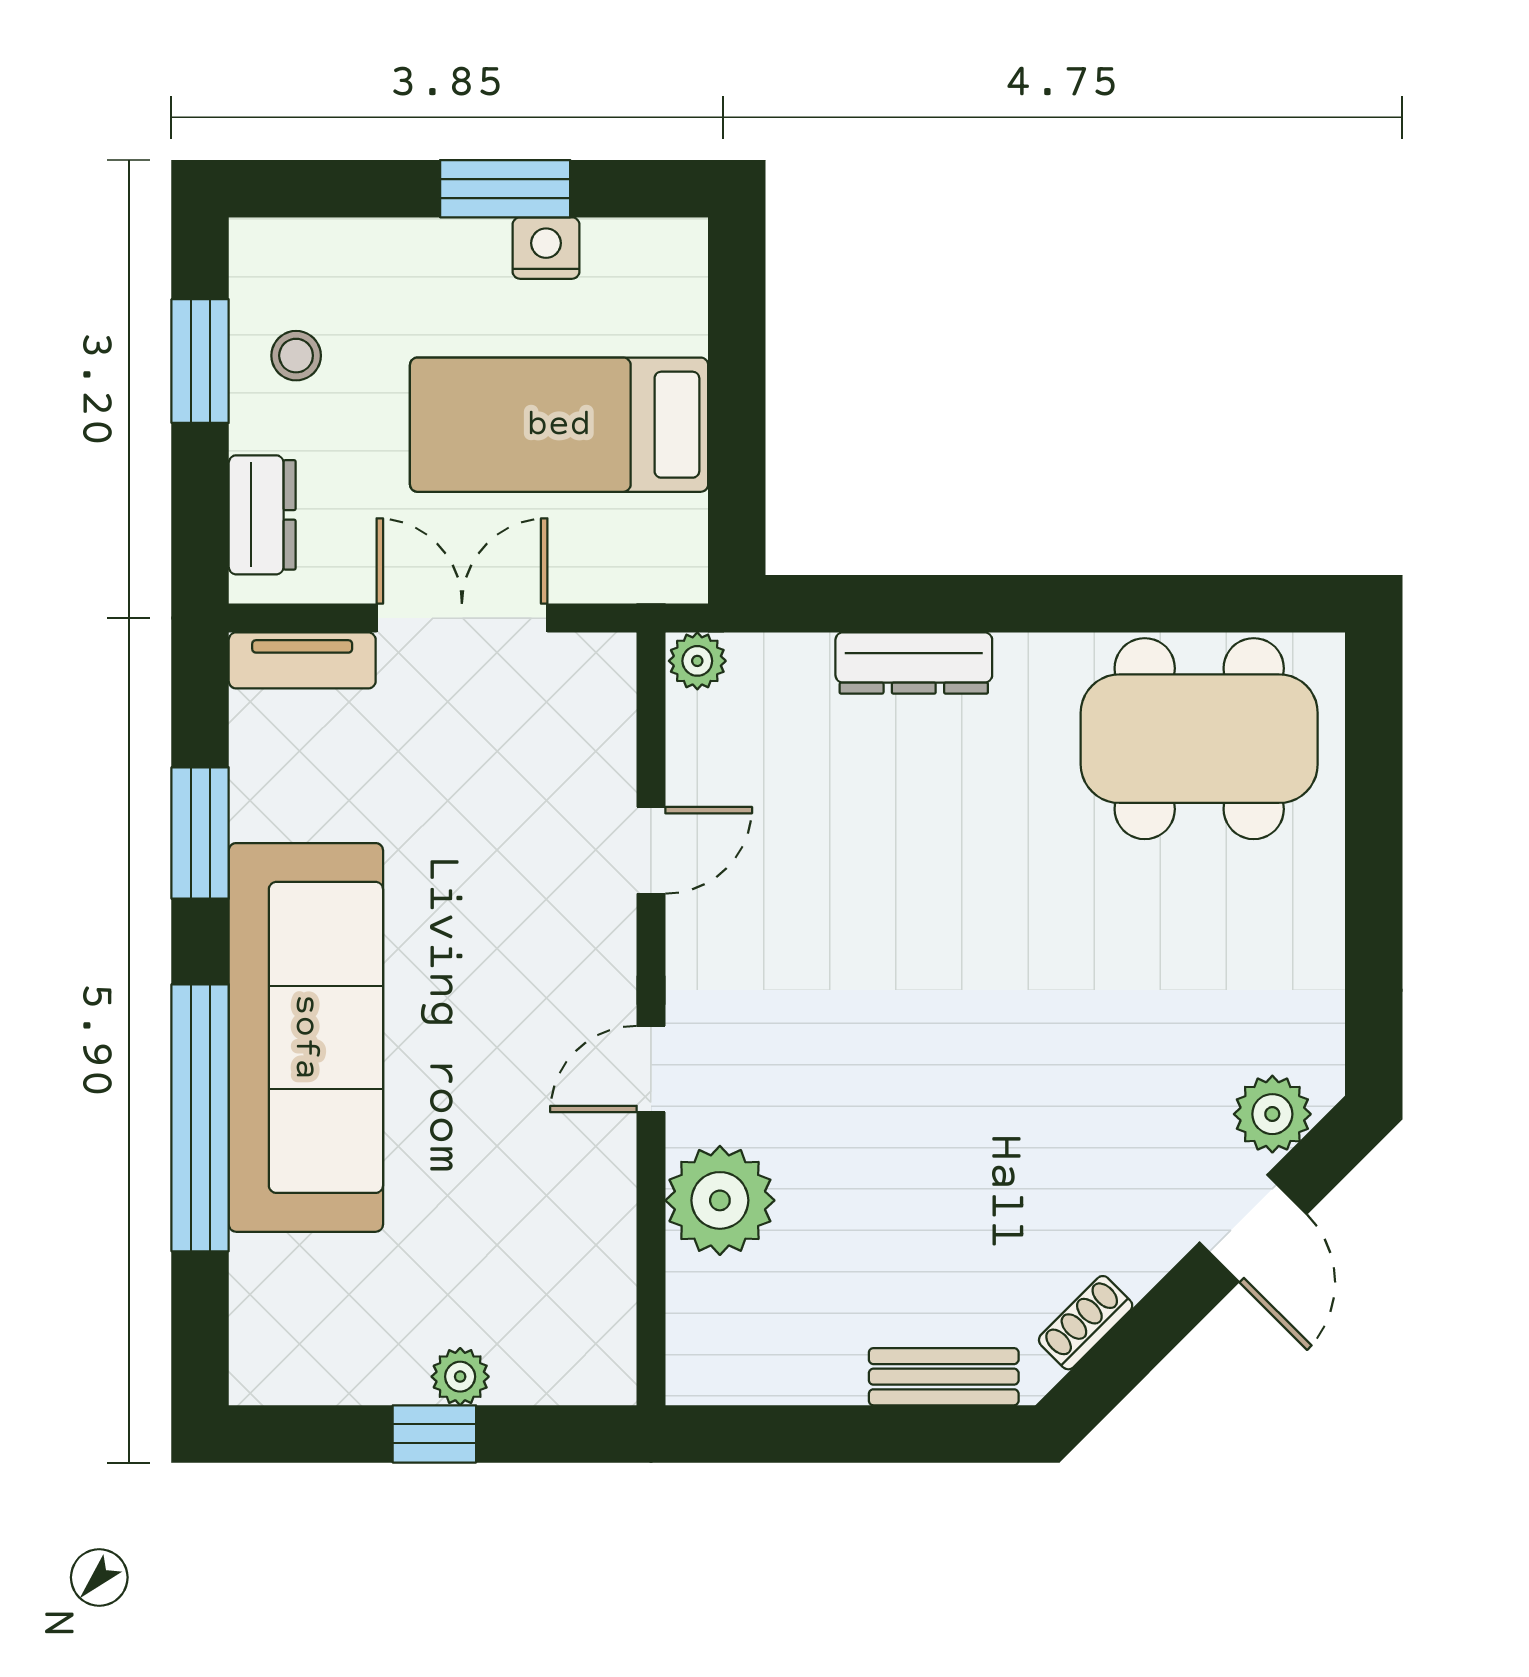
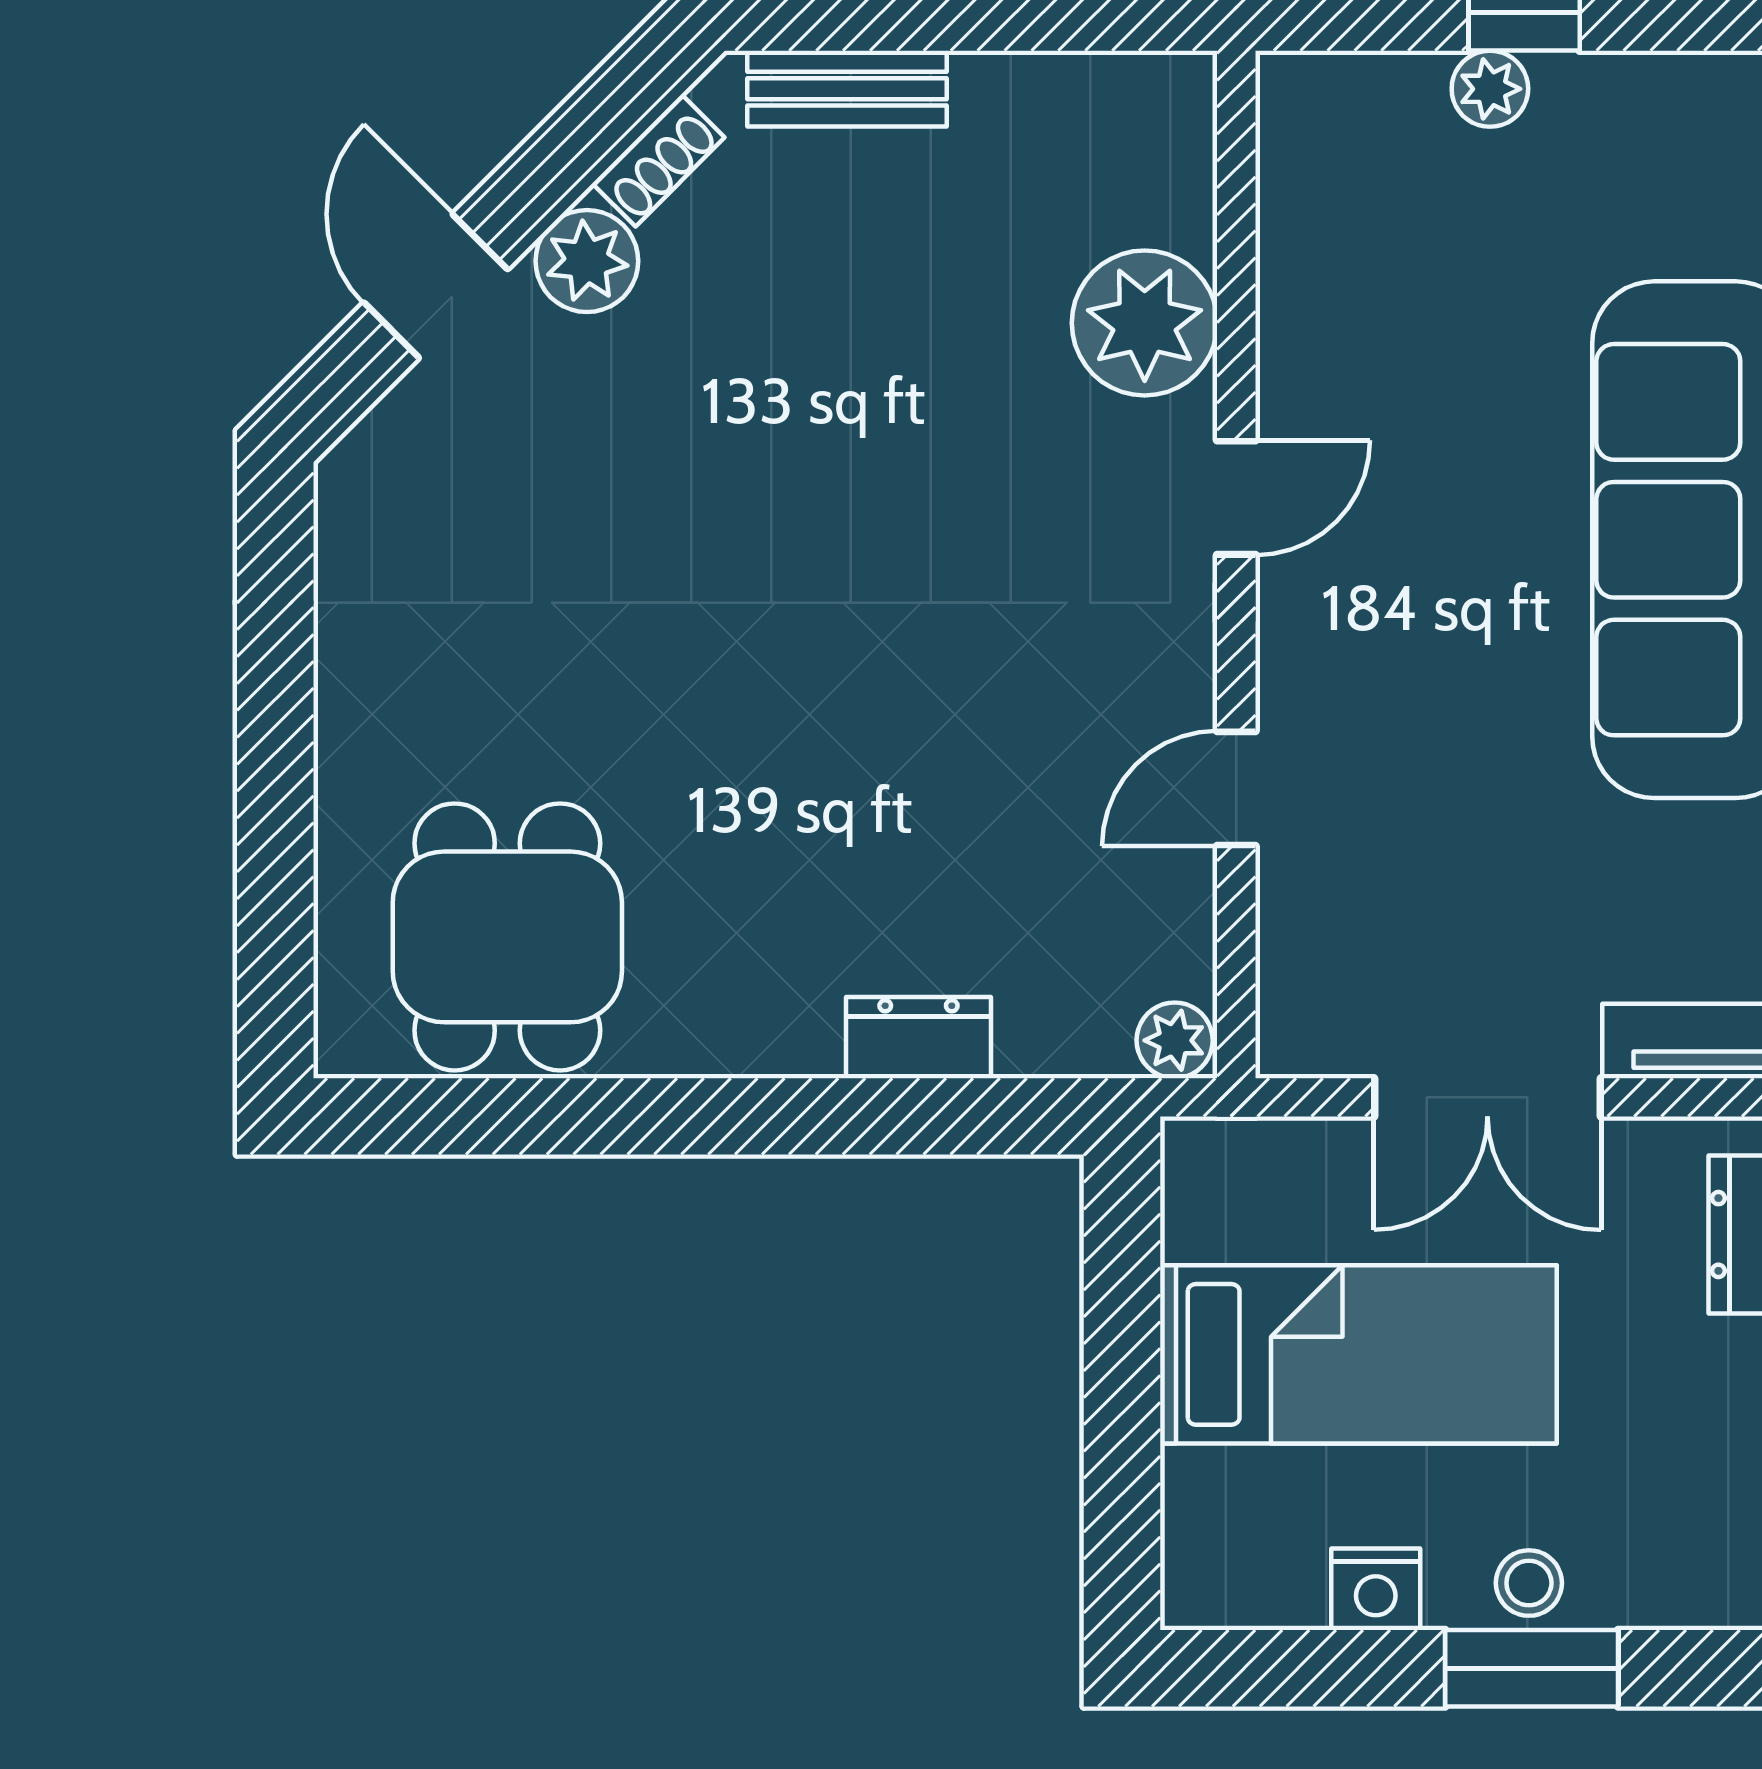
window: (505, 189) -> (1532, 1668), moved
stool: (296, 356) -> (1529, 1583), moved
dresser: (914, 663) -> (918, 1038), width x0.70
dining table: (1199, 739) -> (507, 937), width x0.73
plant: (1272, 1114) -> (587, 261), moved

